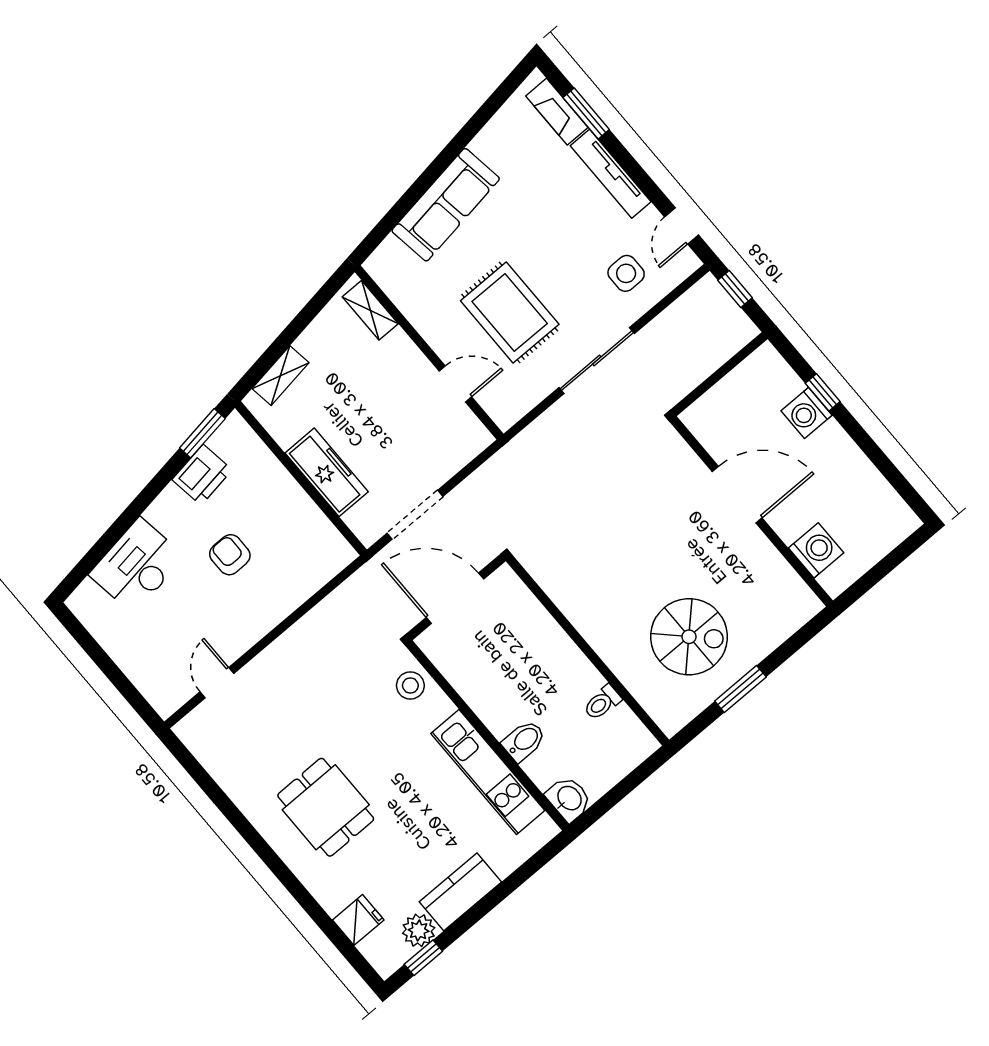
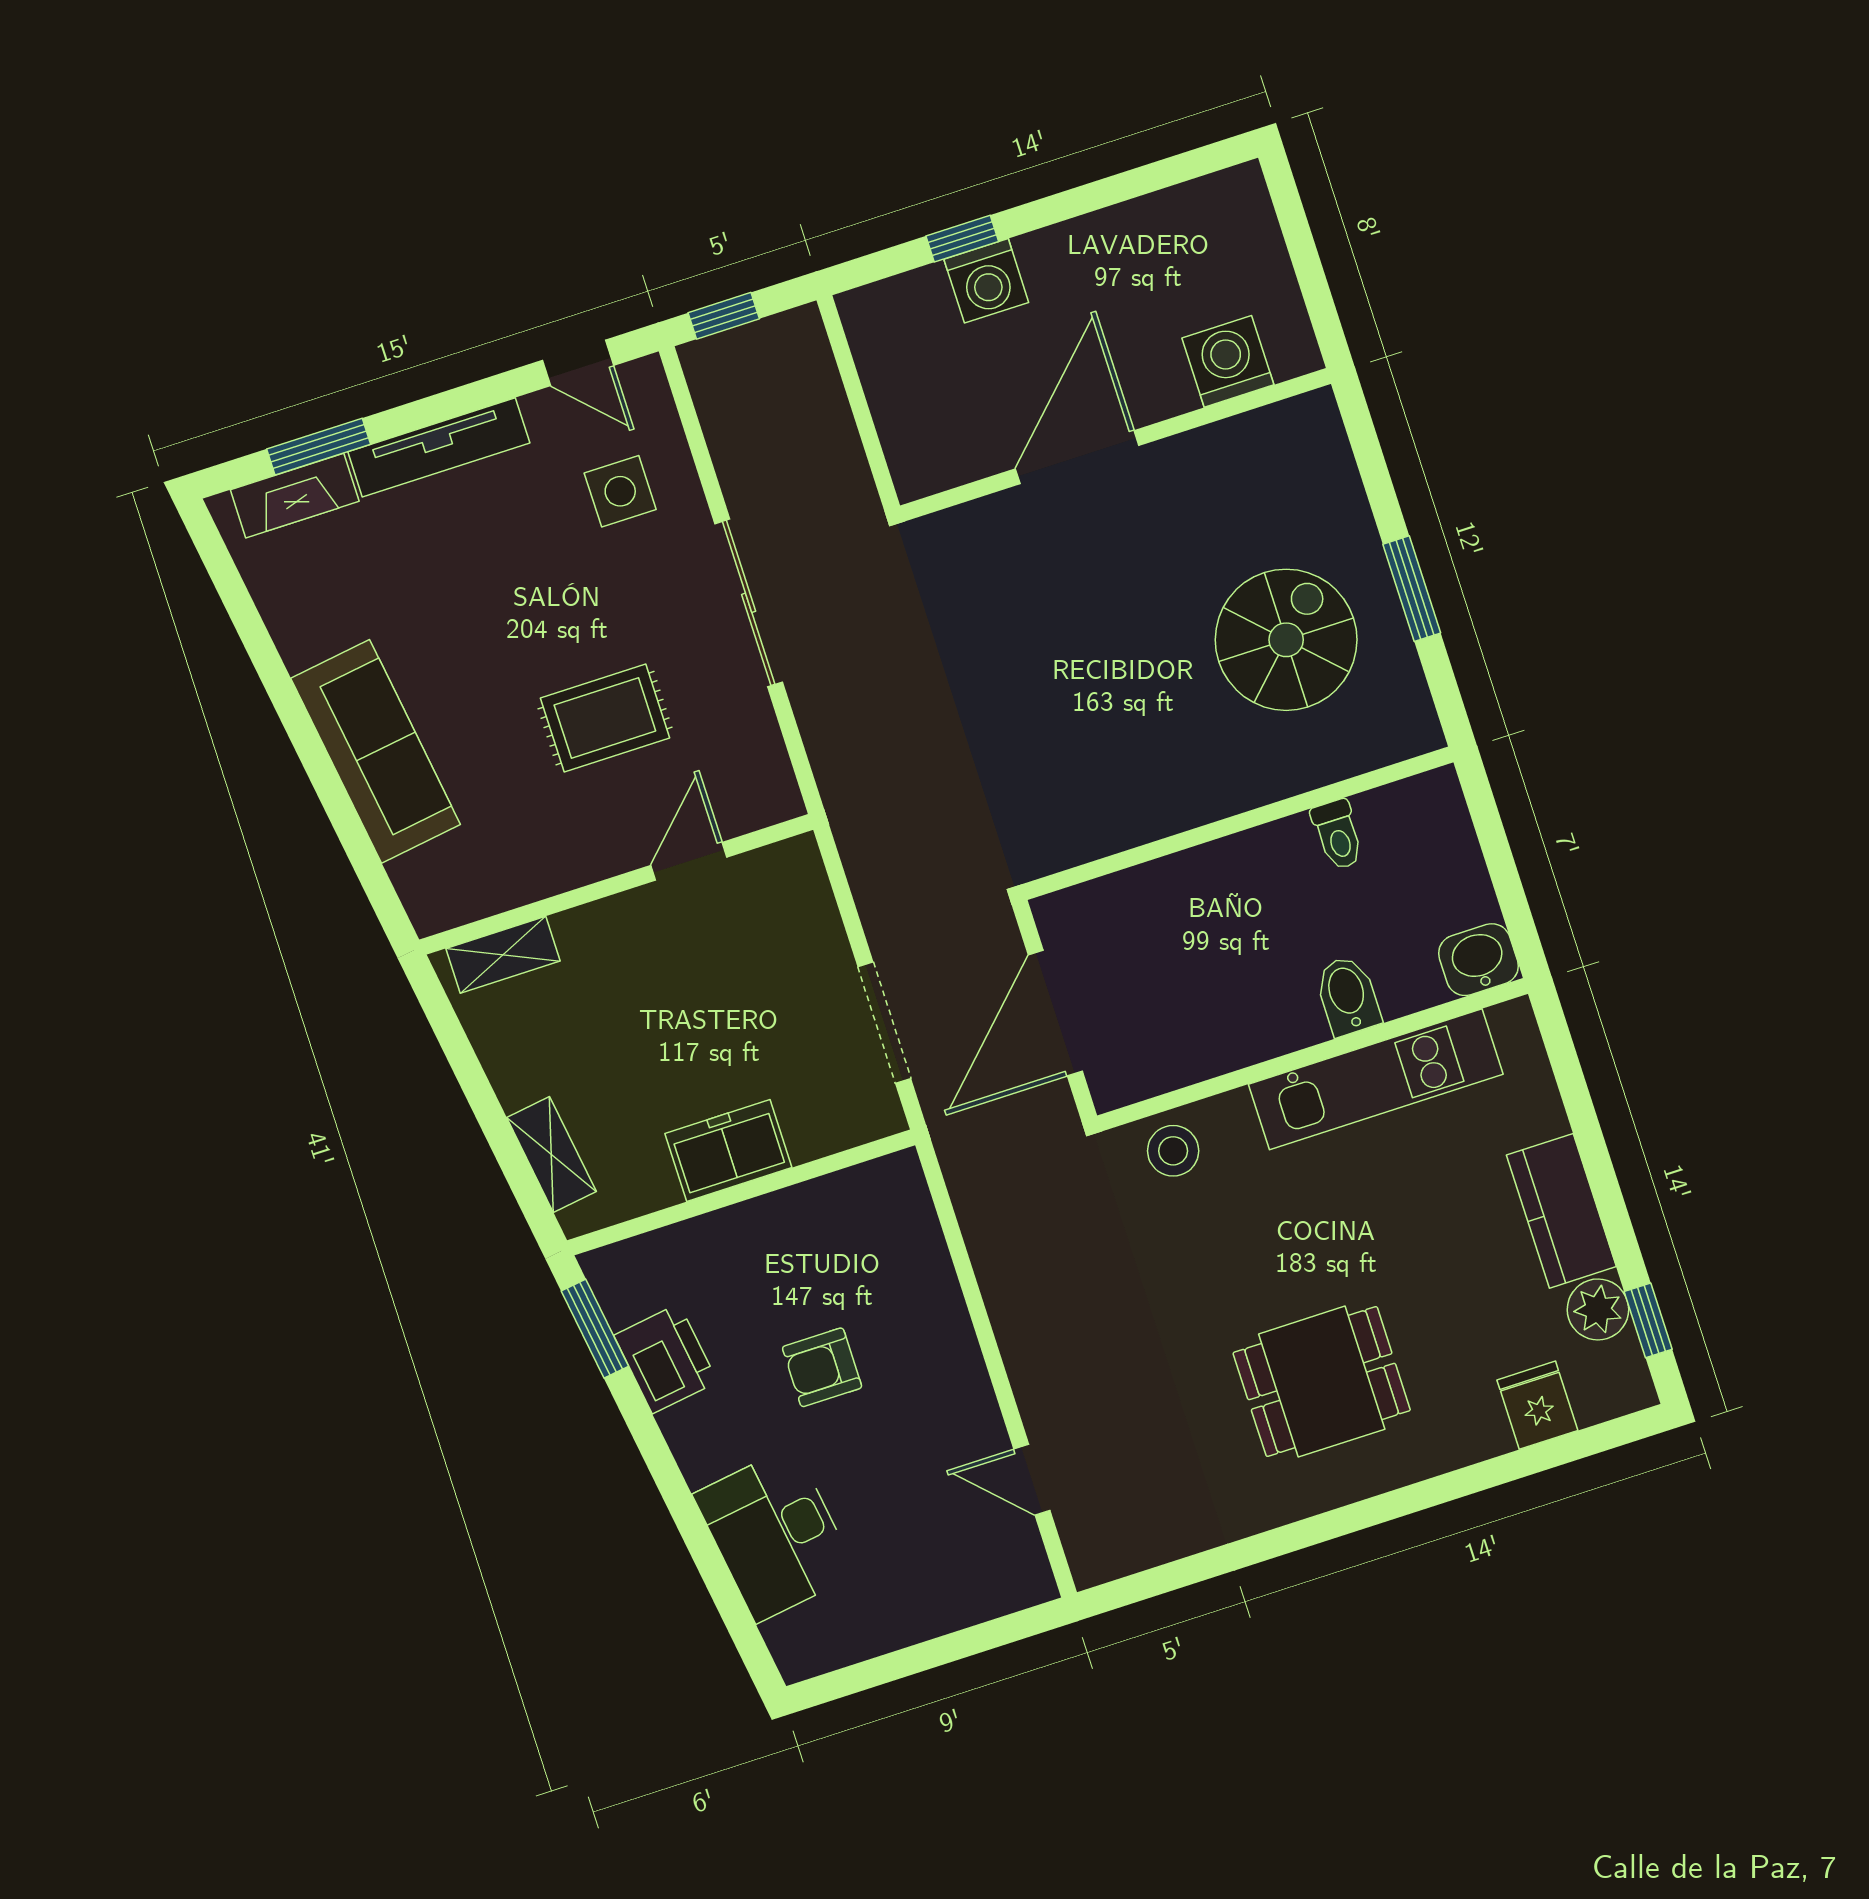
rug: (510, 312) -> (605, 718), width x0.73, depth x0.70
freezer: (327, 472) -> (728, 1150), width x0.71

